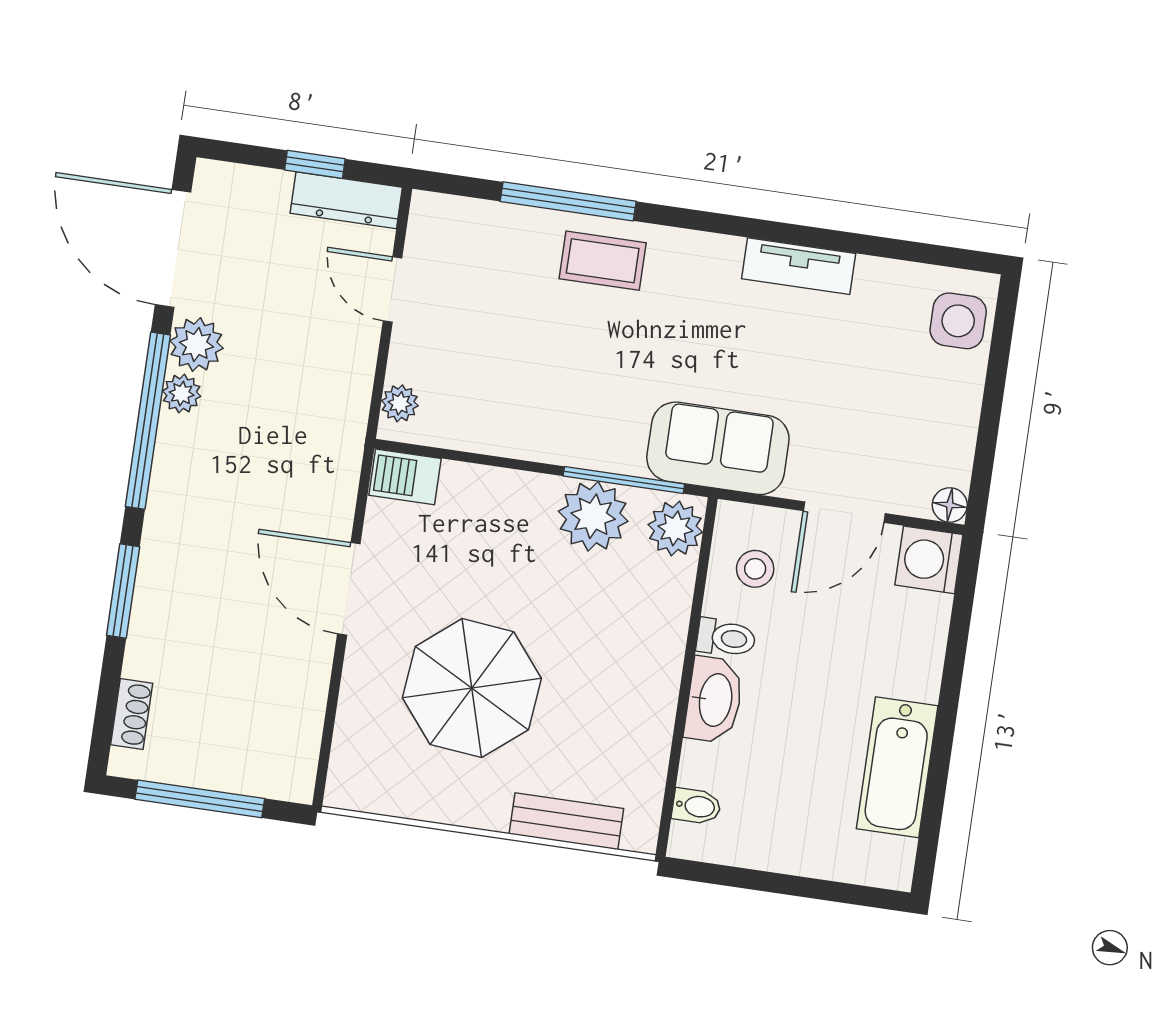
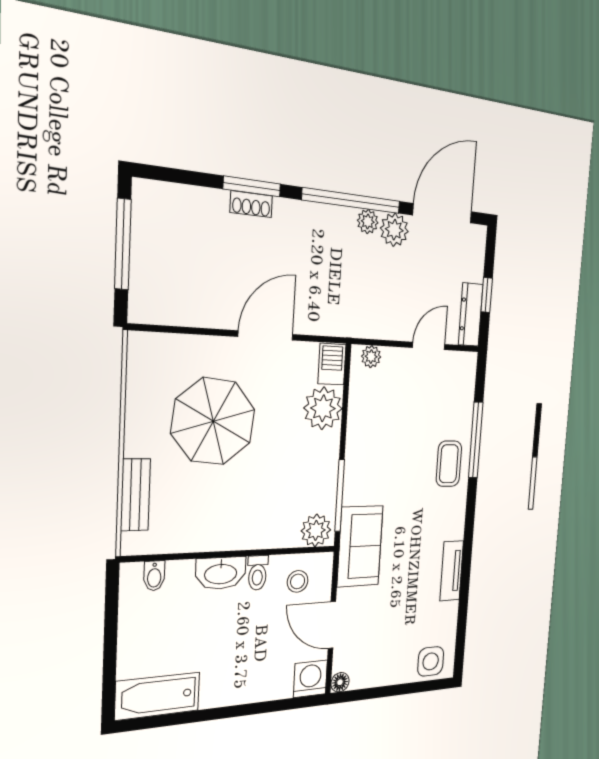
plant: (593, 516) -> (323, 408), moved
shoe rack: (132, 714) -> (251, 204), moved
bathtub: (897, 767) -> (158, 696), moved

